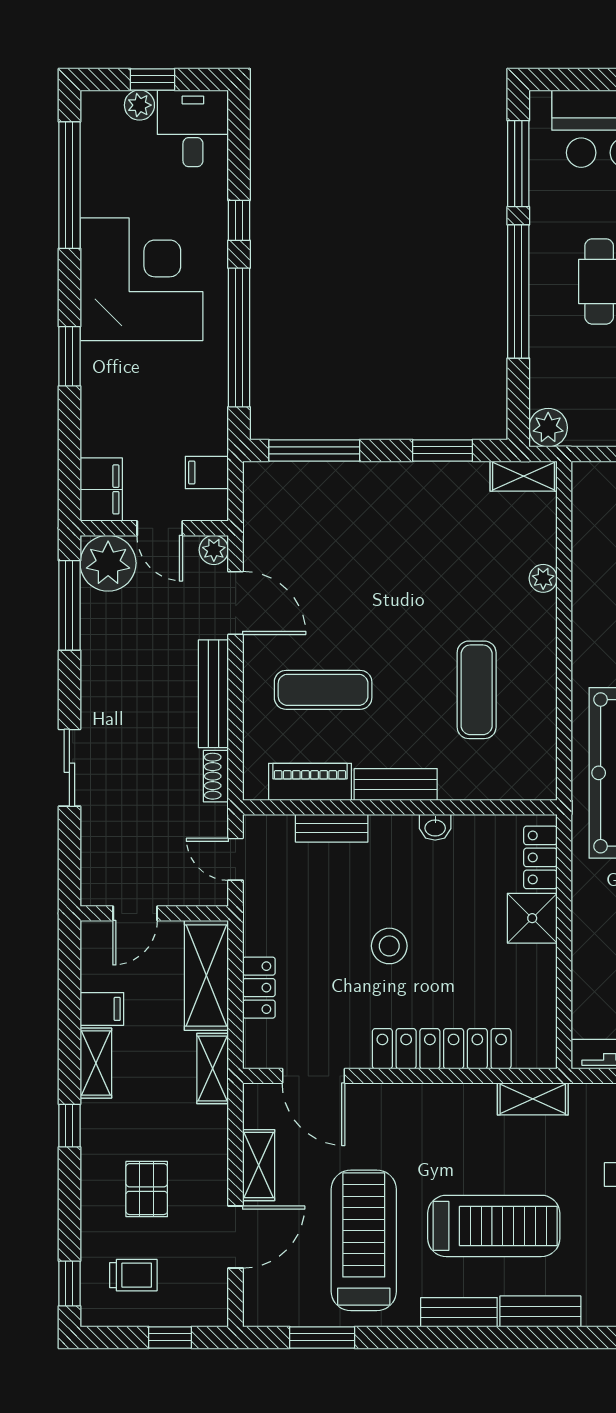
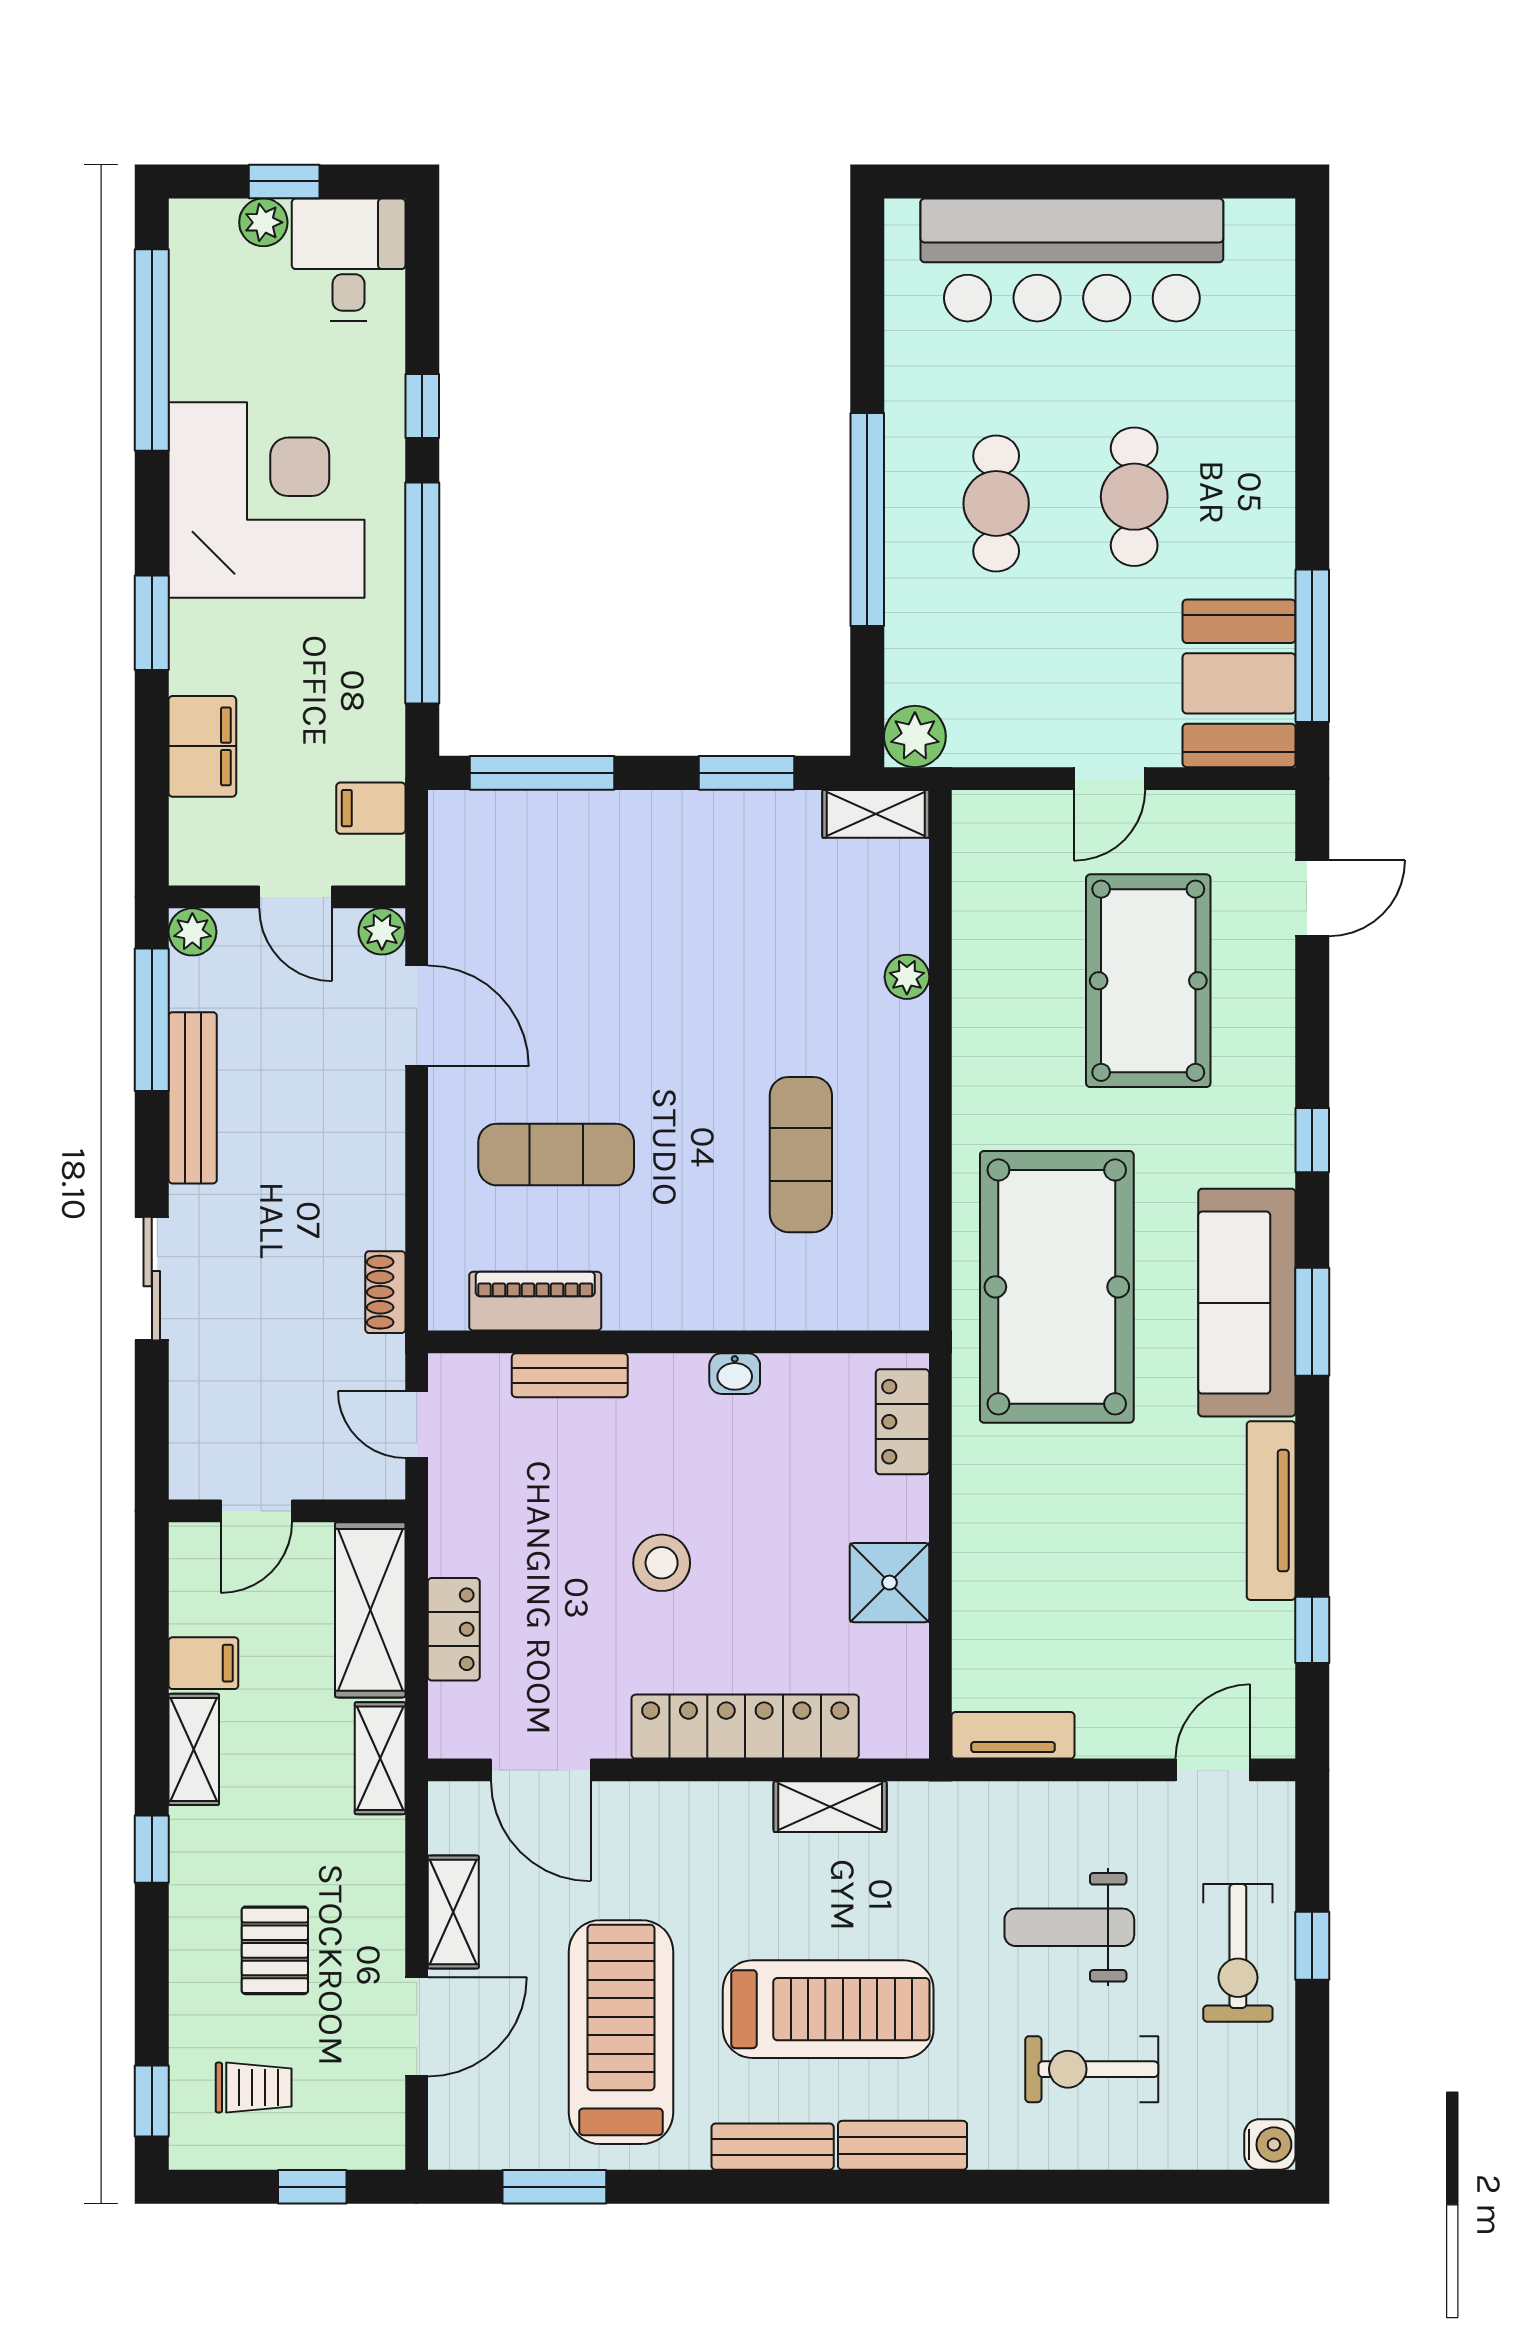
window: (518, 164) -> (867, 316), removed
filing cabinet: (101, 489) -> (202, 746), moved
plant: (108, 563) -> (192, 932), width x0.53, depth x0.53
bench: (213, 694) -> (193, 1098), moved
bench: (396, 784) -> (672, 1305), removed
shower: (532, 918) -> (889, 1583), moved
shelving: (533, 1099) -> (830, 1807), moved

